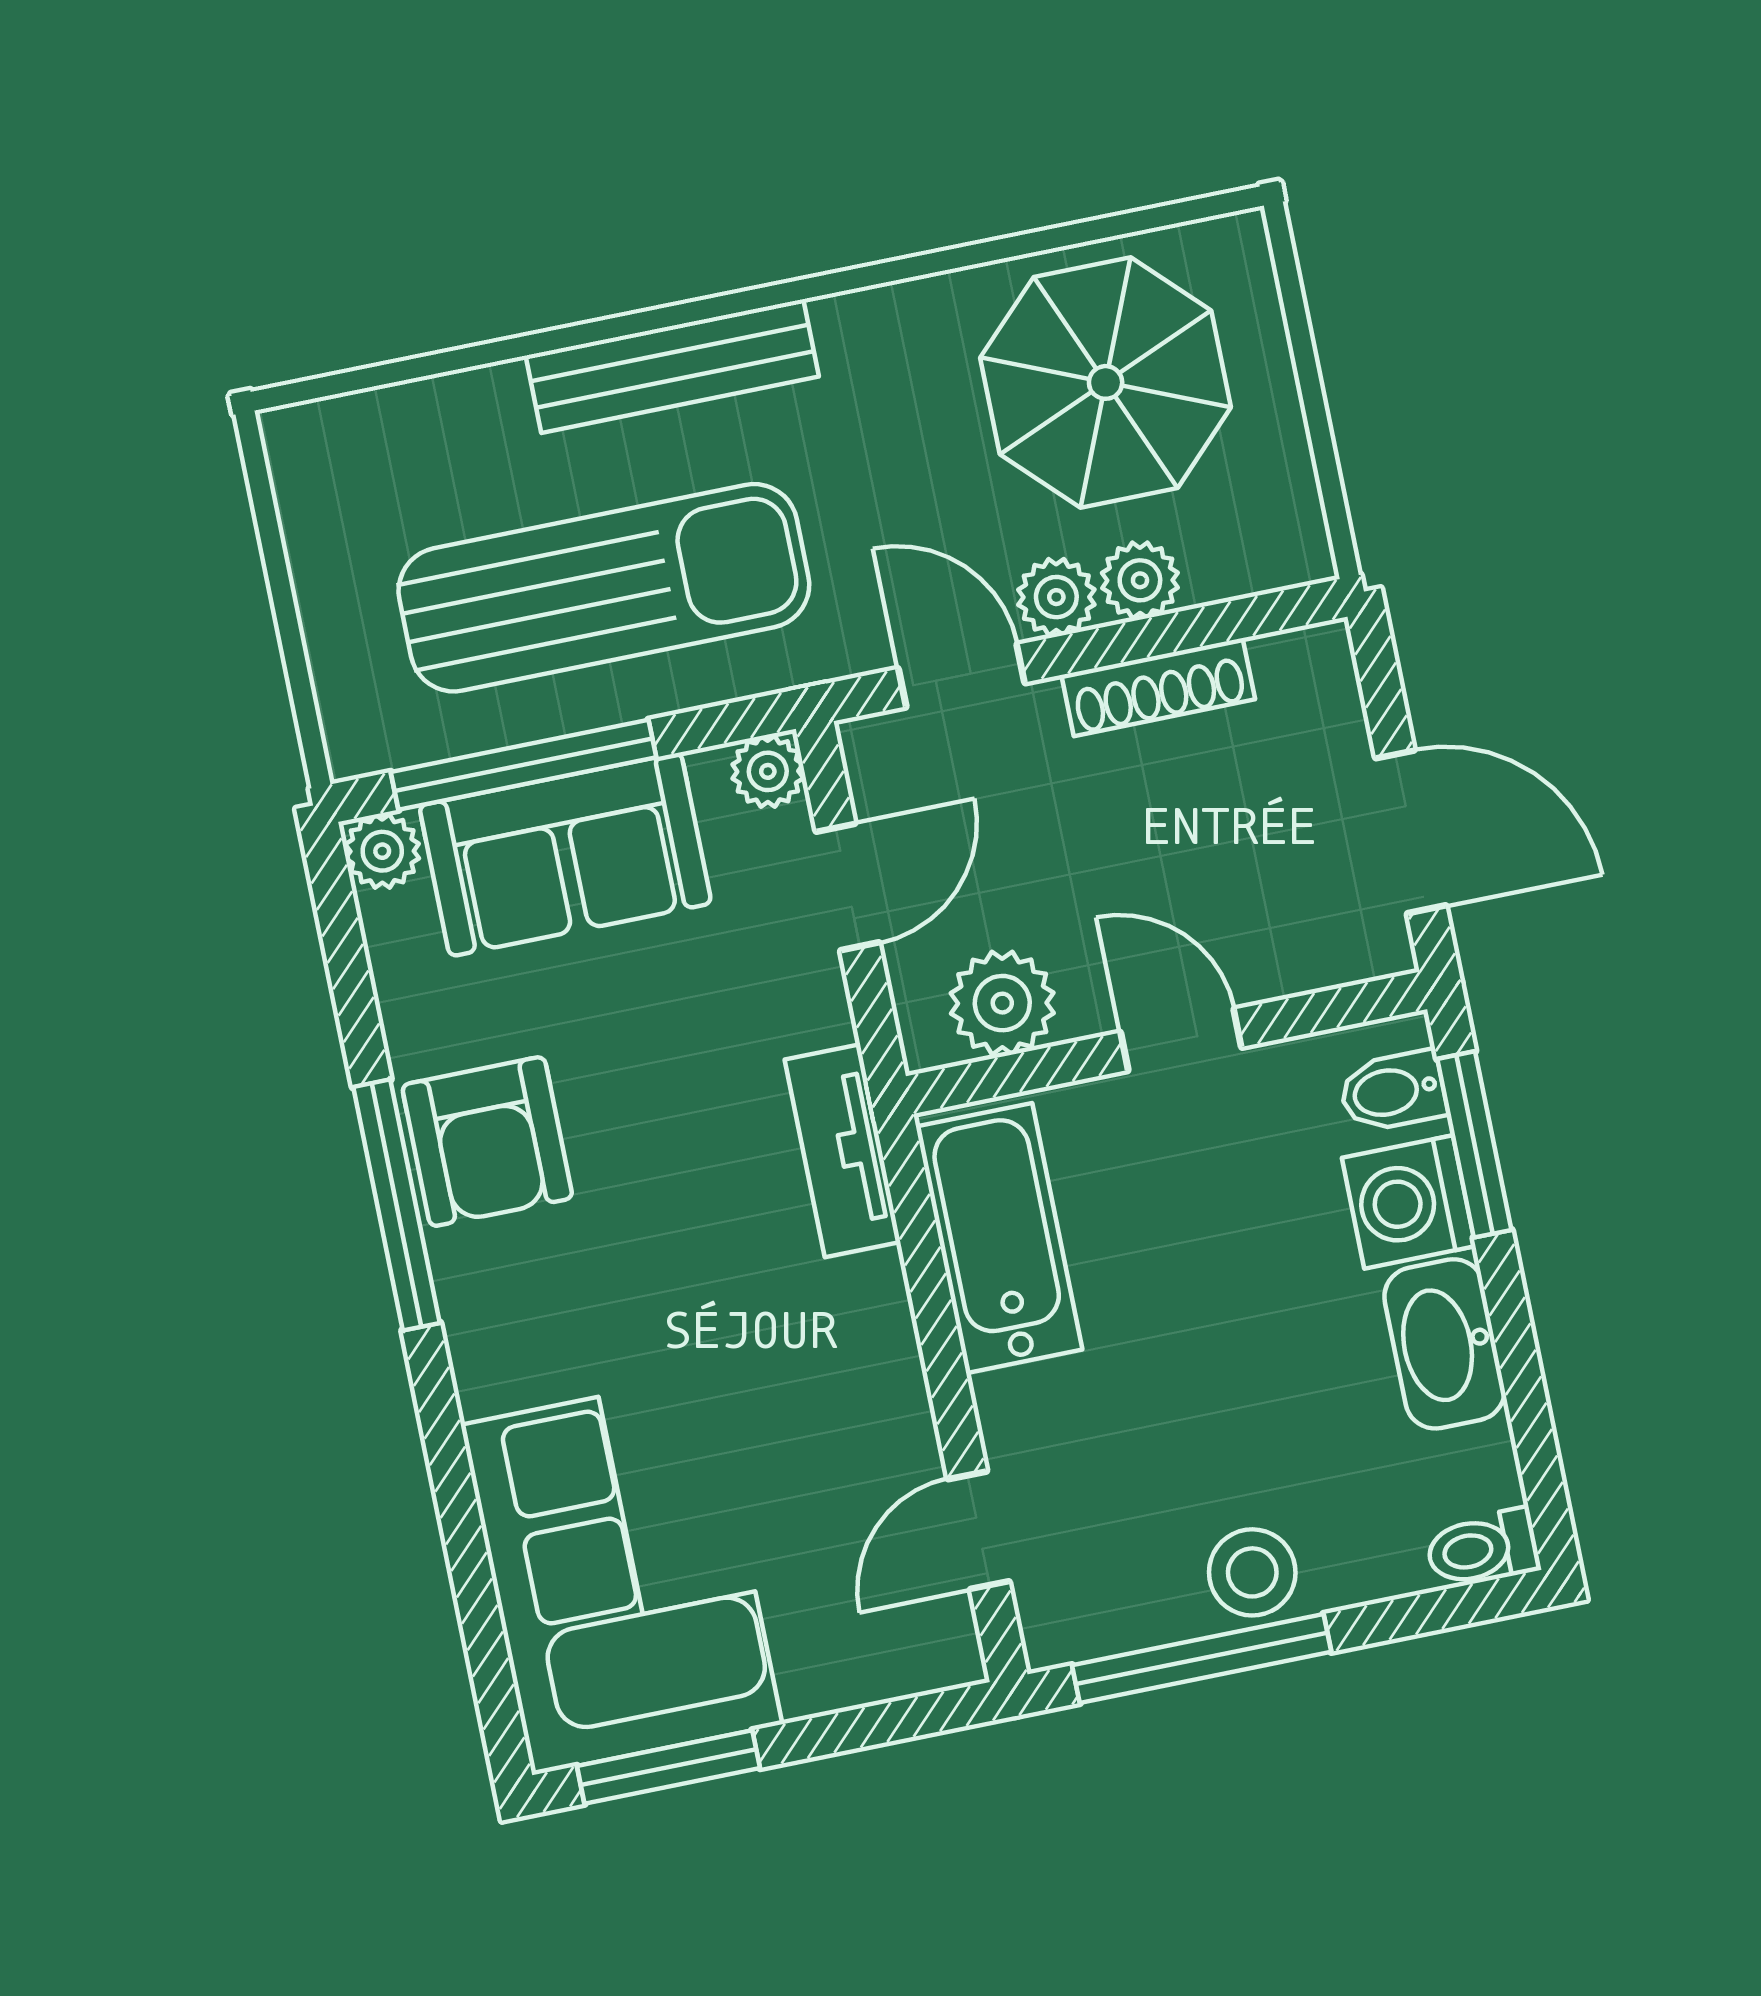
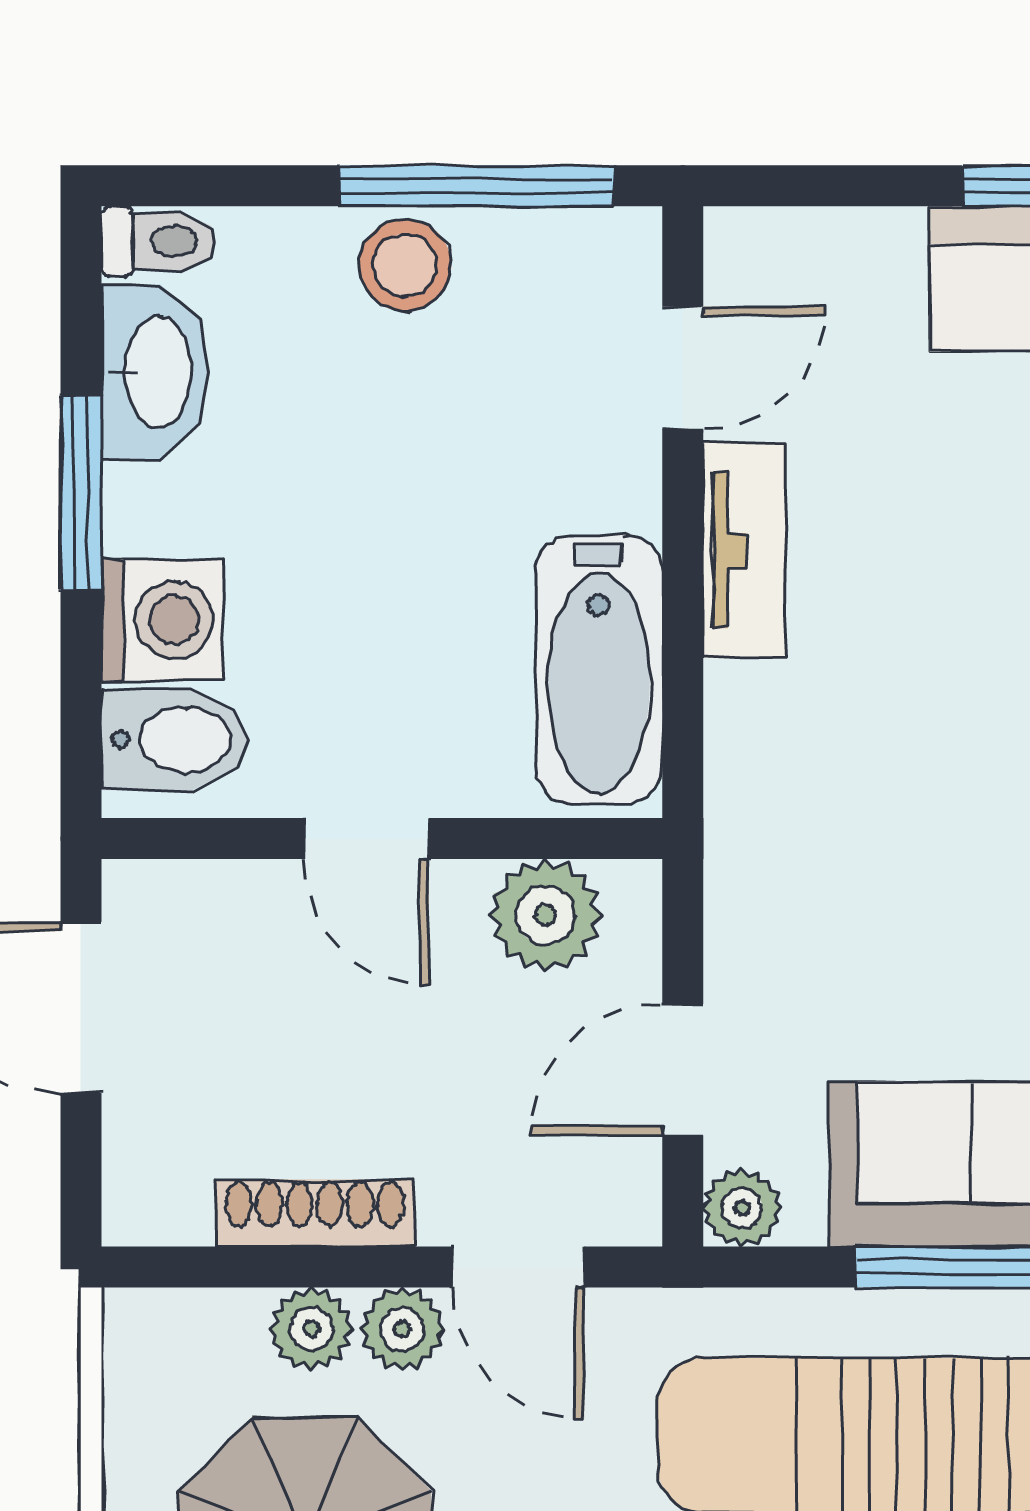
bidet: (1393, 1091) -> (175, 739), width x1.38, depth x1.36
window: (1474, 1144) -> (81, 493), moved
tv unit: (843, 1151) -> (744, 550), moved
washbasin: (1444, 1344) -> (155, 372), moved

